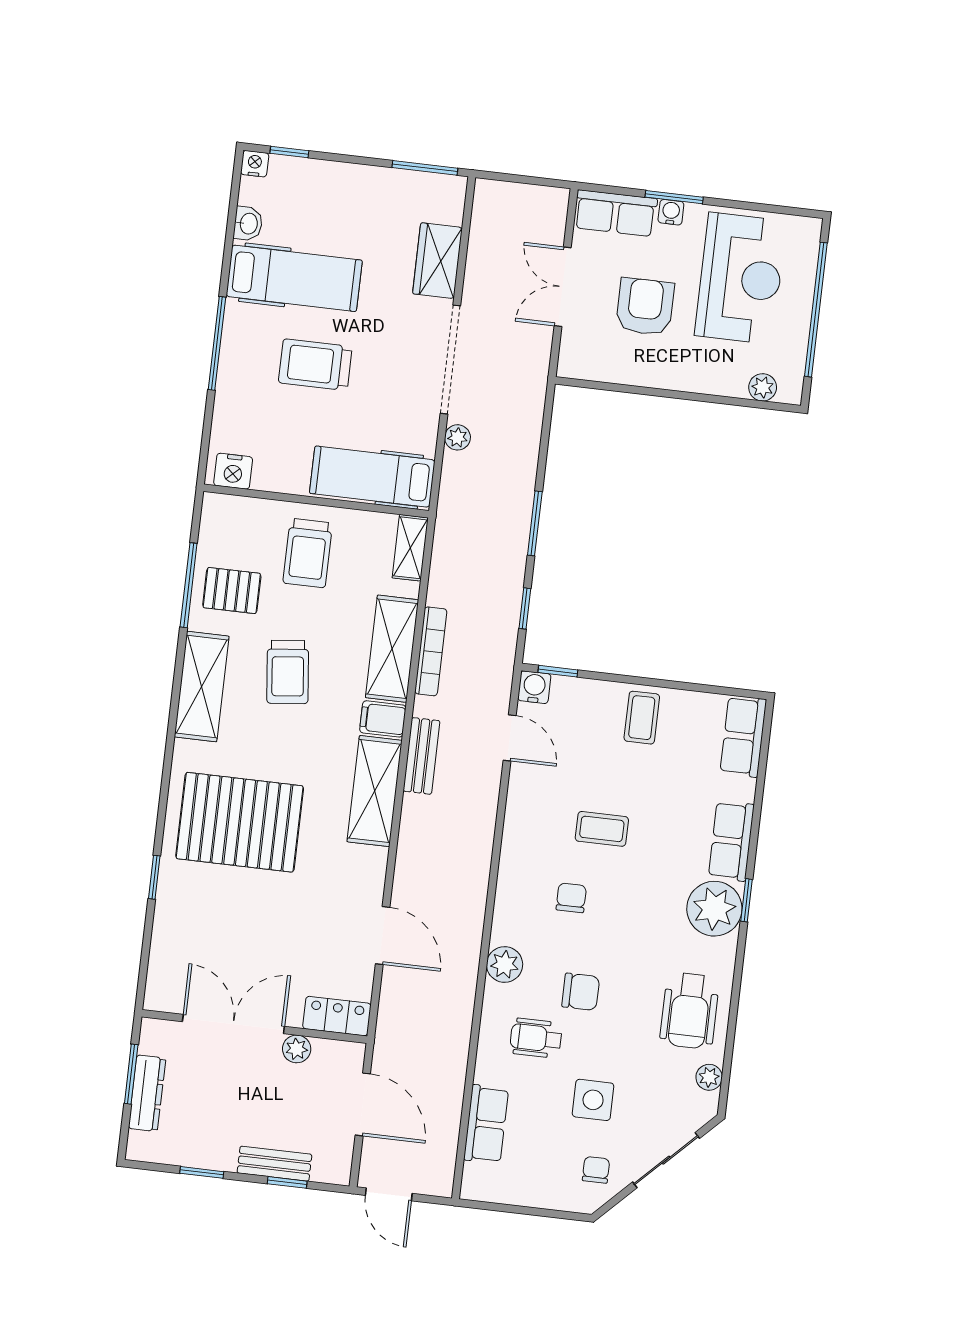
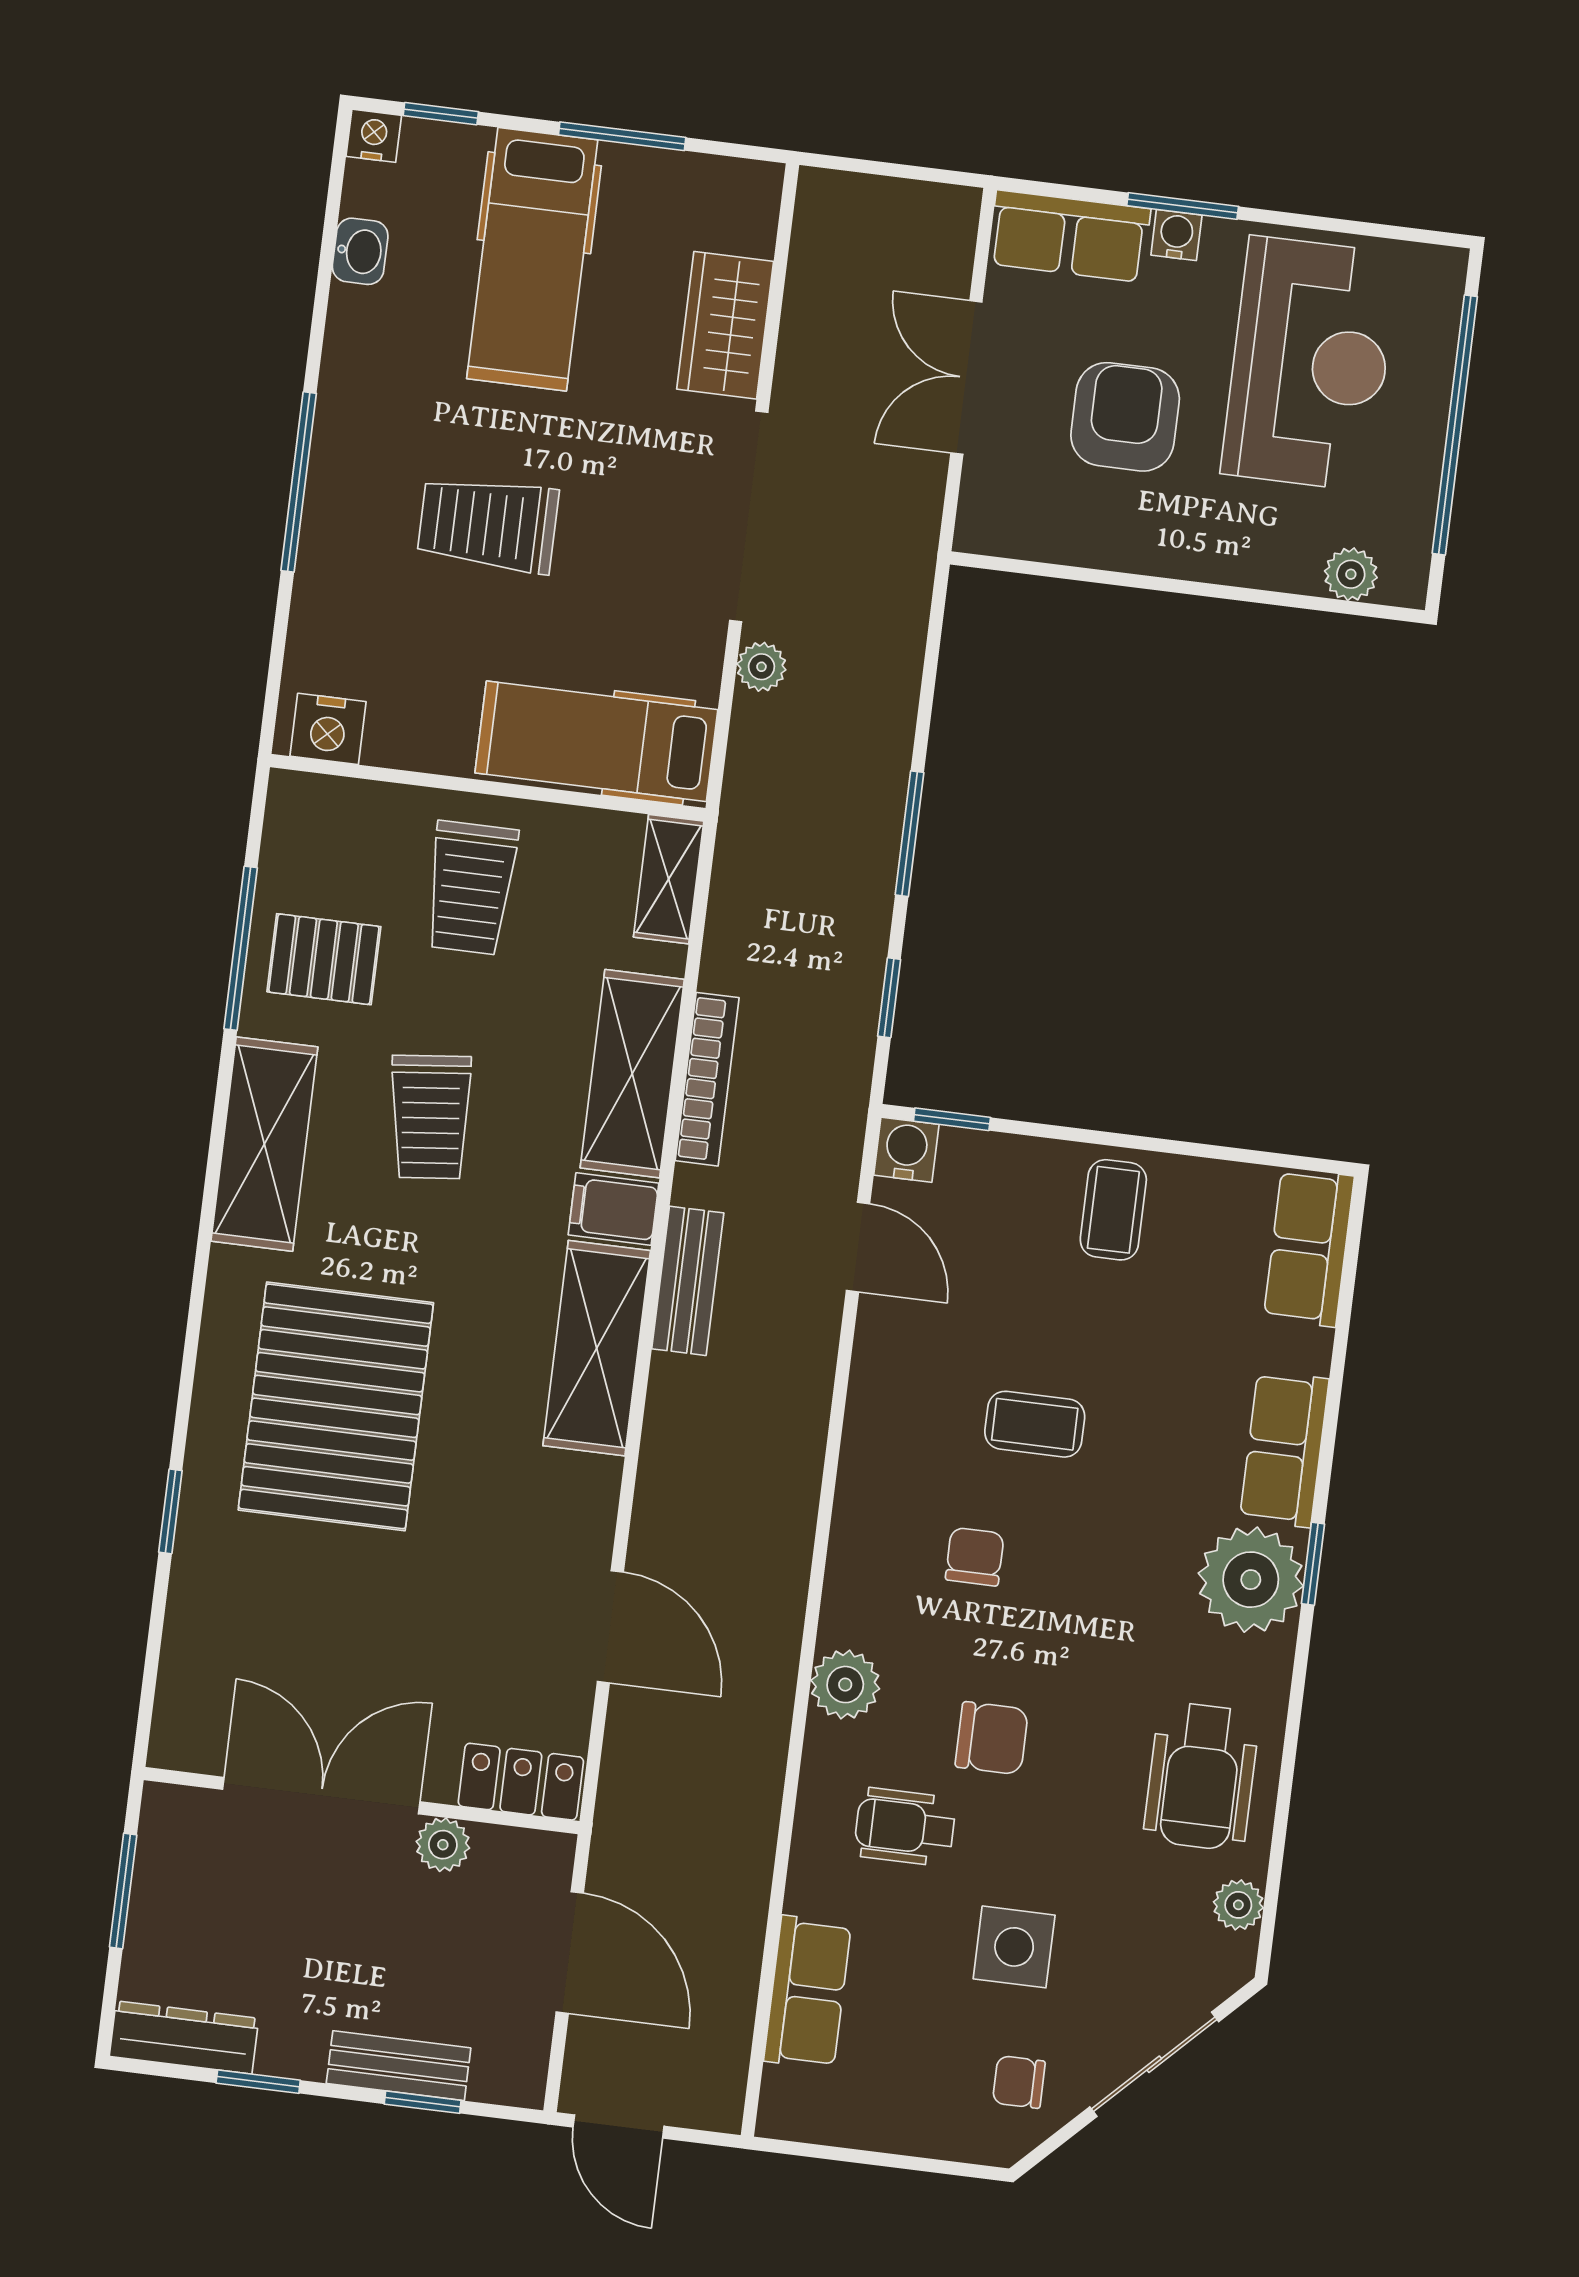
window: (425, 168) -> (622, 136), moved
hospital bed: (294, 278) -> (532, 259), moved, turned 90
pallet: (240, 822) -> (336, 1406), turned 90
dresser: (147, 1093) -> (184, 2037), moved, turned -90
chair: (596, 1170) -> (1019, 2082), turned -90

